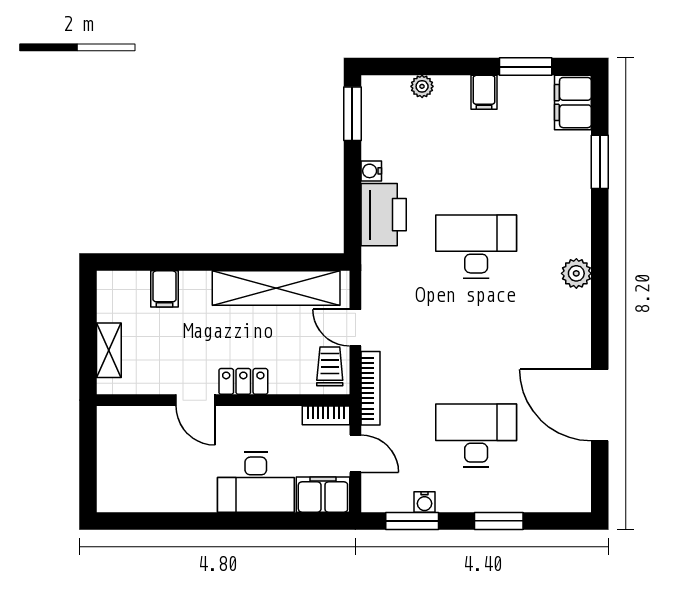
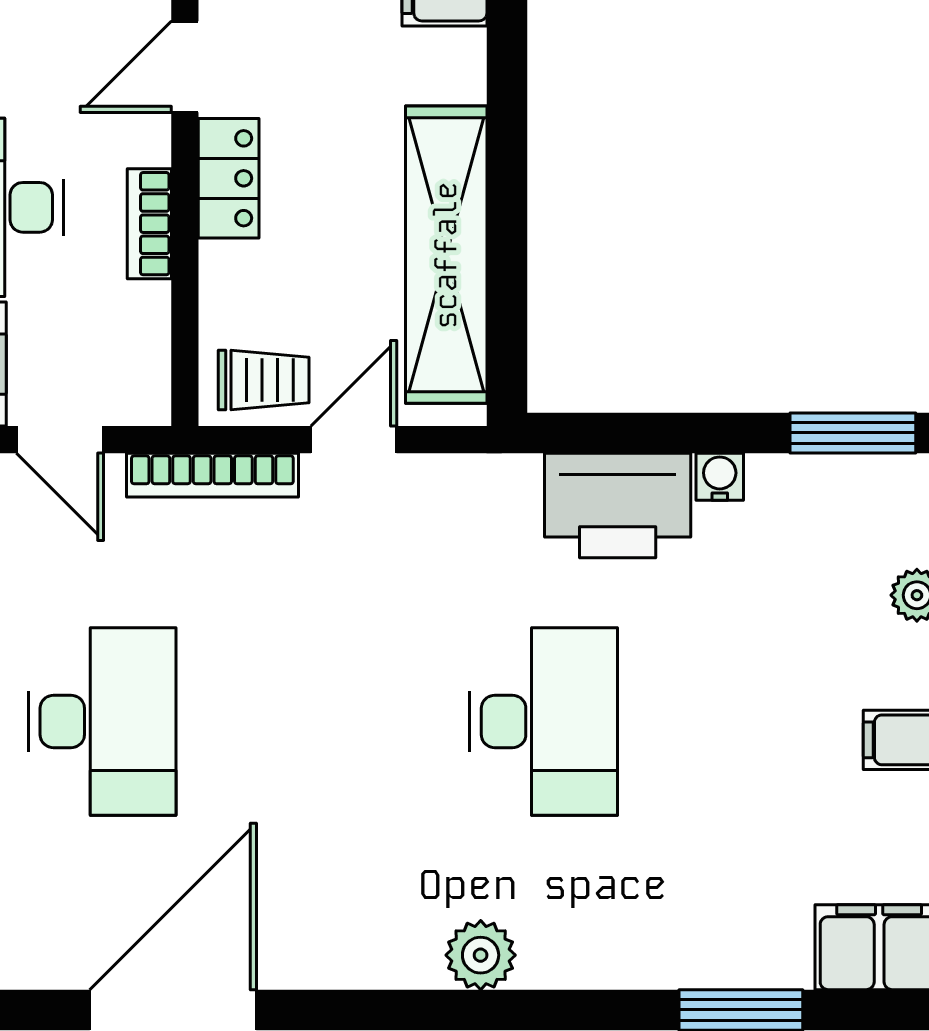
bookcase: (326, 415) -> (149, 224), moved
door: (355, 454) -> (60, 440), hinge flipped

